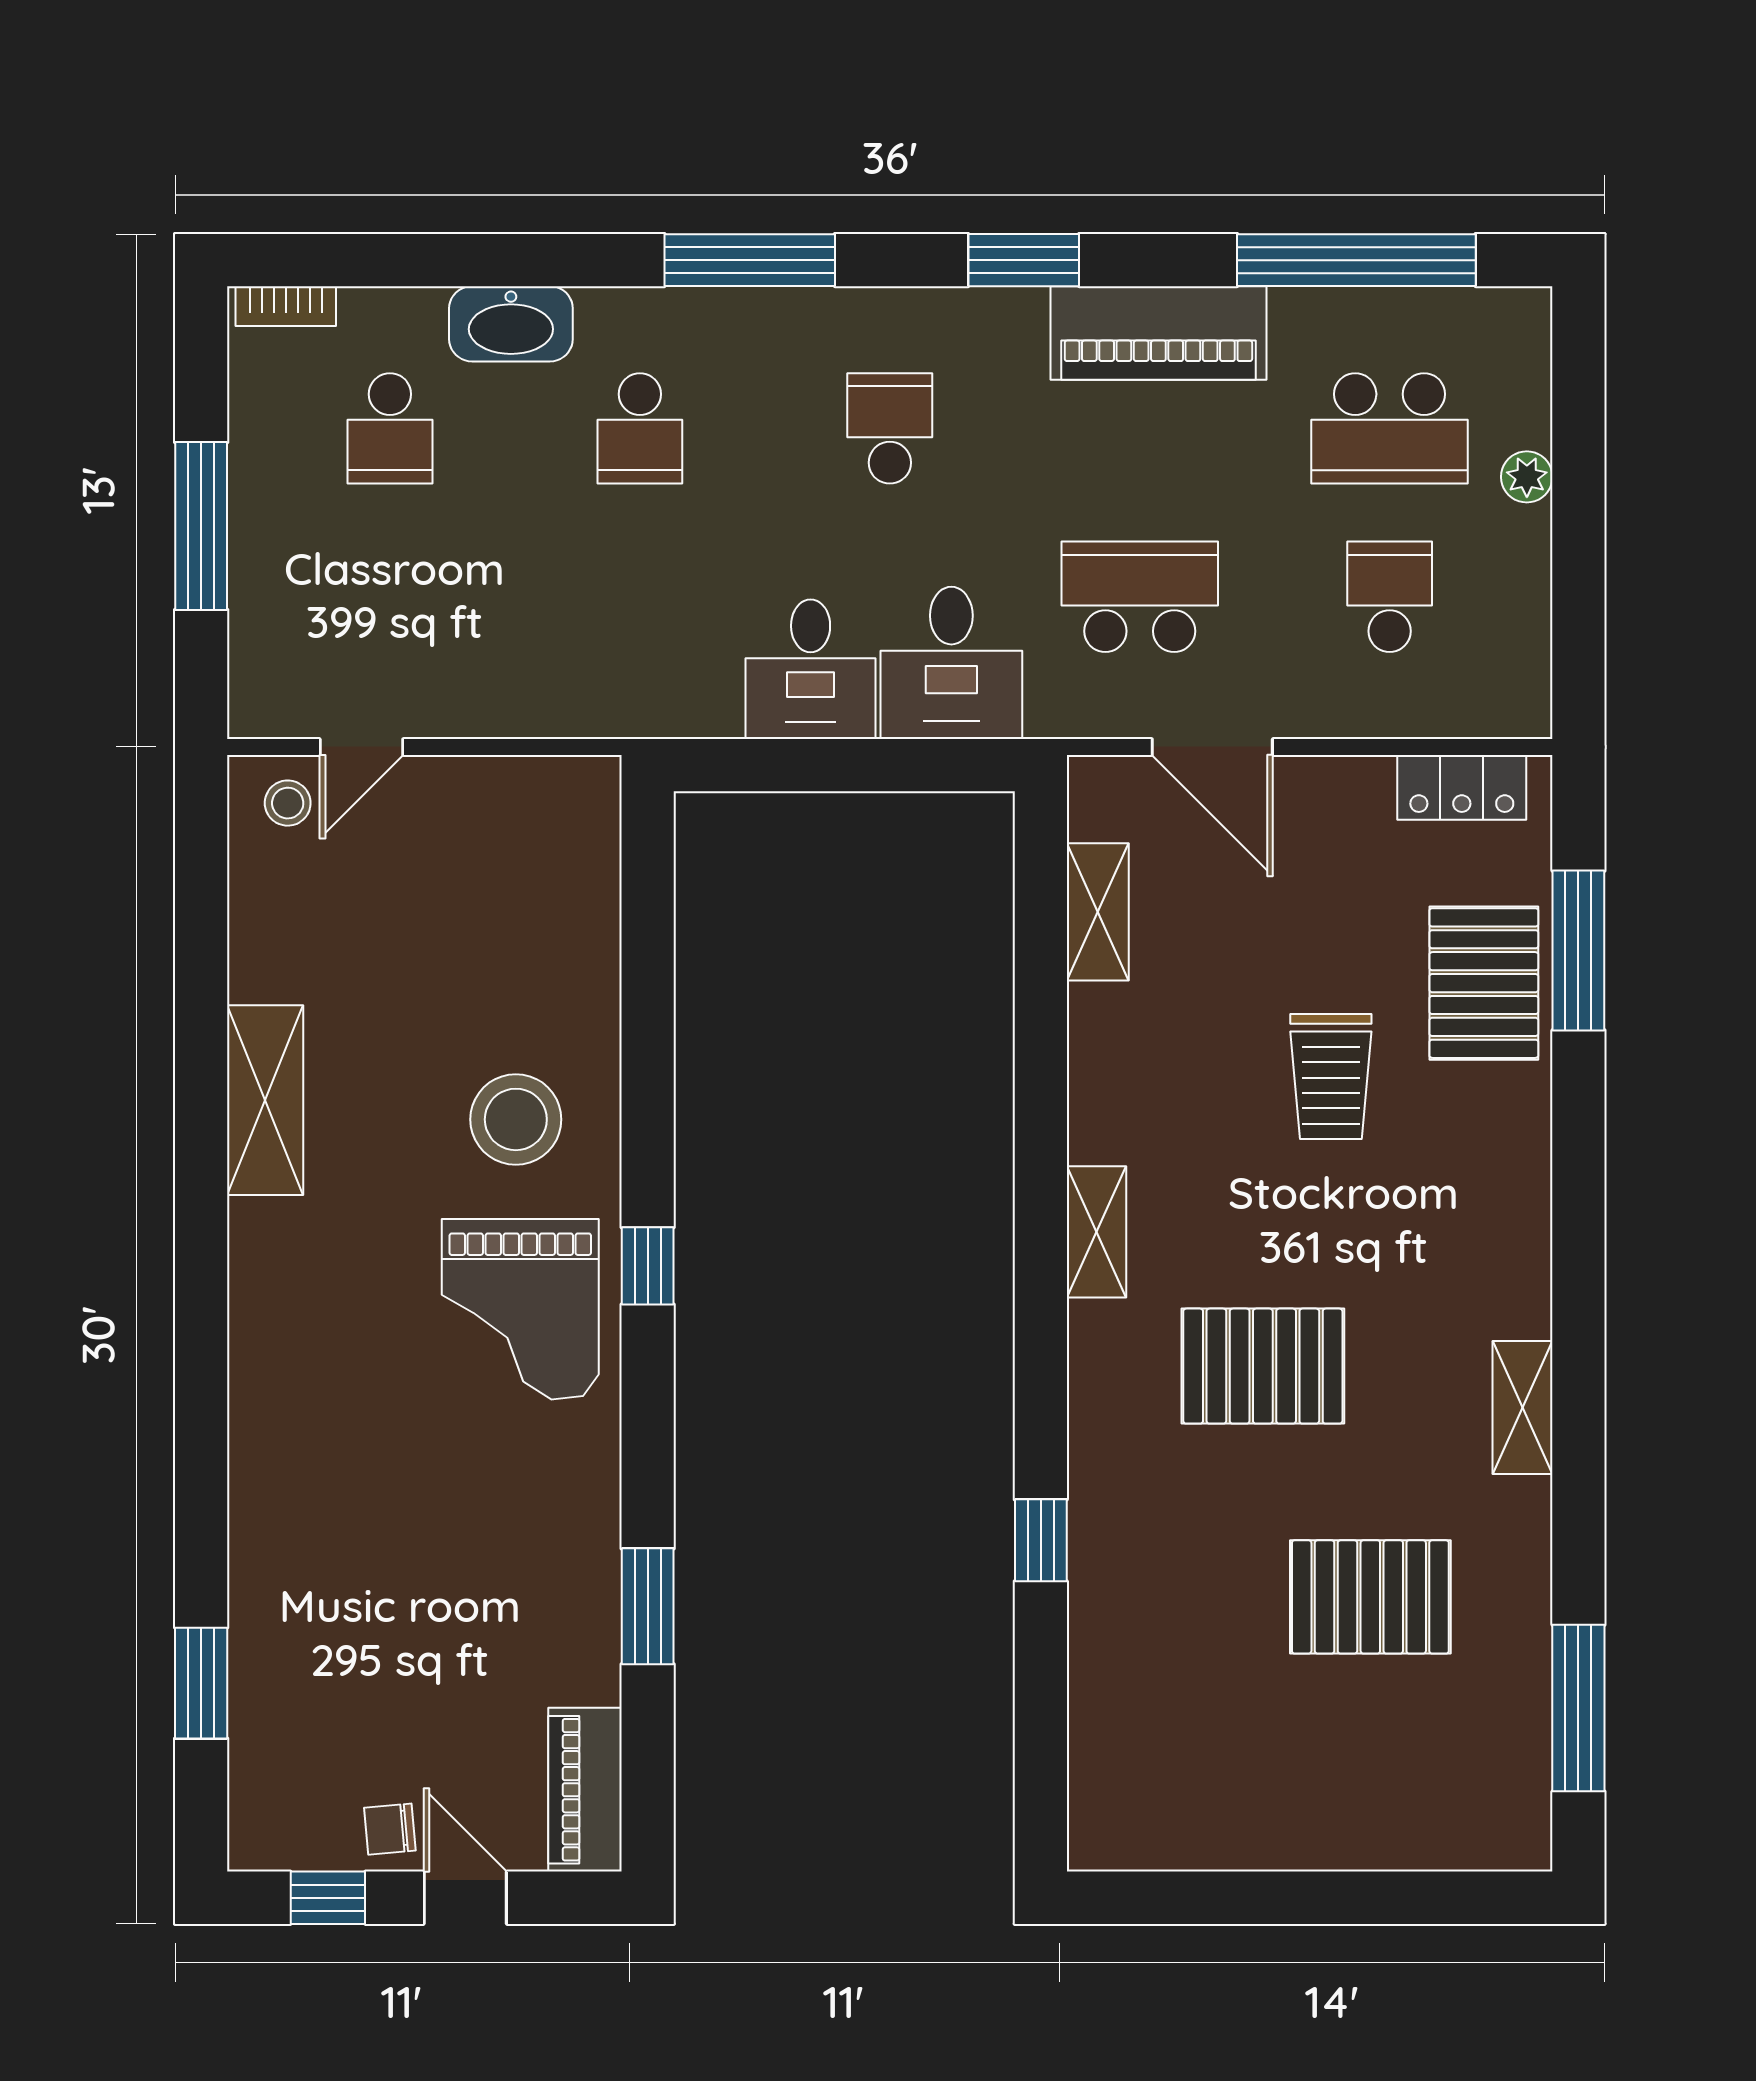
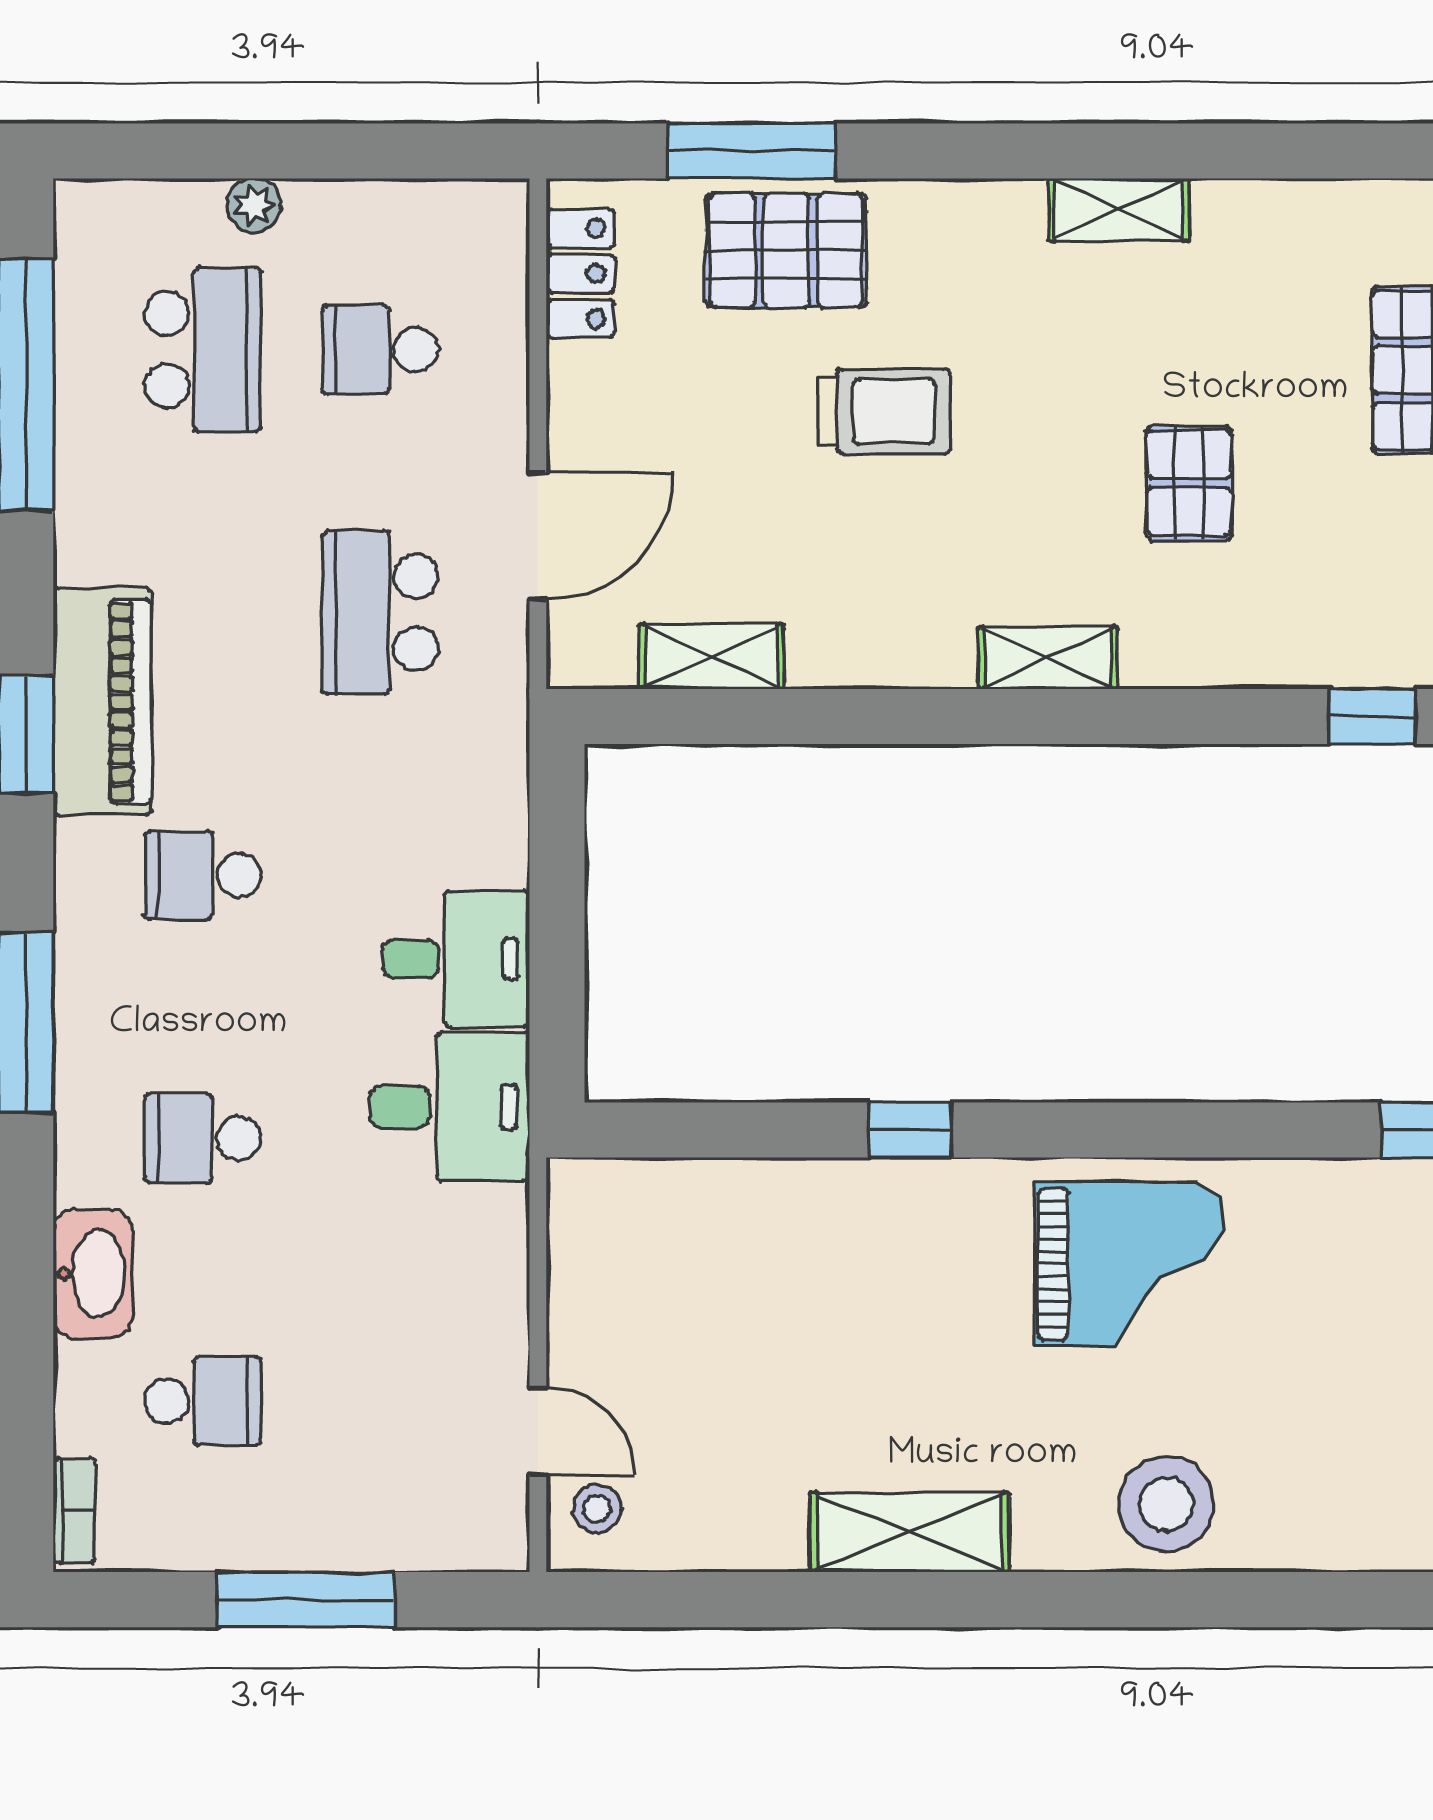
piano: (1158, 333) -> (103, 702), moved
school desk: (640, 428) -> (203, 1138), turned 180
desk: (951, 663) -> (449, 1107), moved
stool: (516, 1119) -> (1167, 1504), moved
window: (648, 1266) -> (910, 1130), moved
pallet: (1263, 1366) -> (1189, 483), width x0.67, depth x0.71
shelving: (1522, 1407) -> (1119, 210), moved

